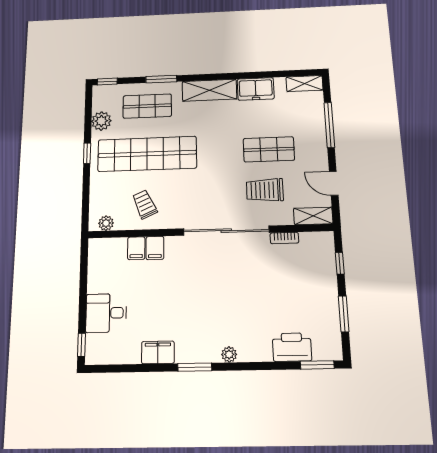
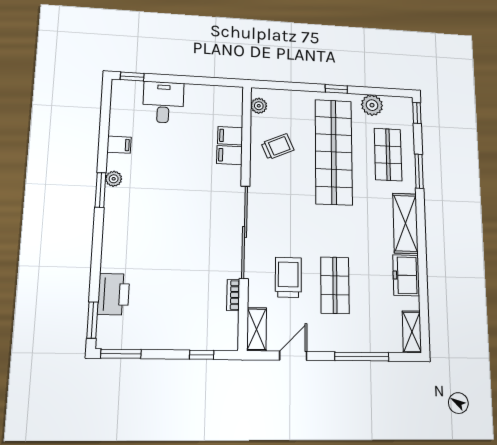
window: (344, 314) -> (121, 354), moved
filing cabinet: (158, 352) -> (119, 145), width x0.50
plant: (229, 354) -> (114, 179), moved

